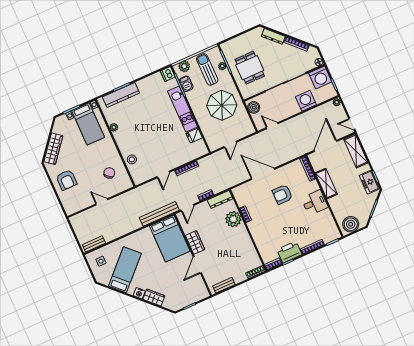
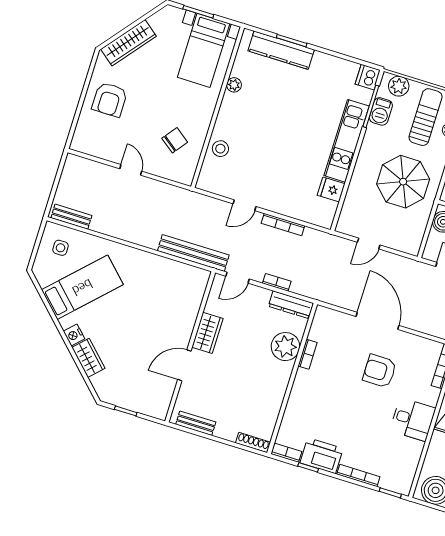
bed: (170, 239) -> (178, 298), removed

